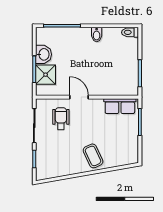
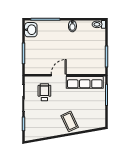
washbasin: (44, 54) -> (31, 30), moved
shower: (46, 75) -> (32, 58), removed
door: (79, 97) -> (59, 75), hinge flipped
row of seats: (120, 106) -> (85, 82), width x1.48

